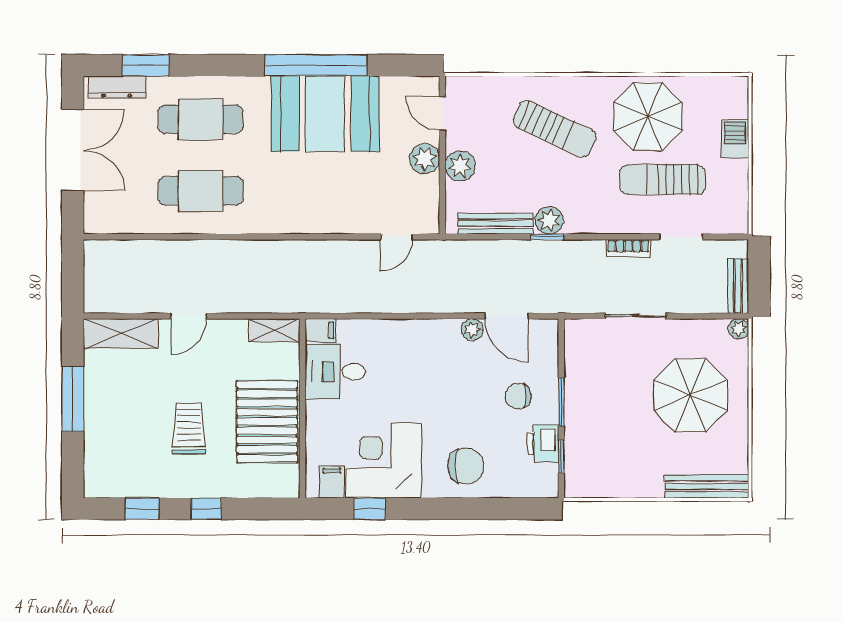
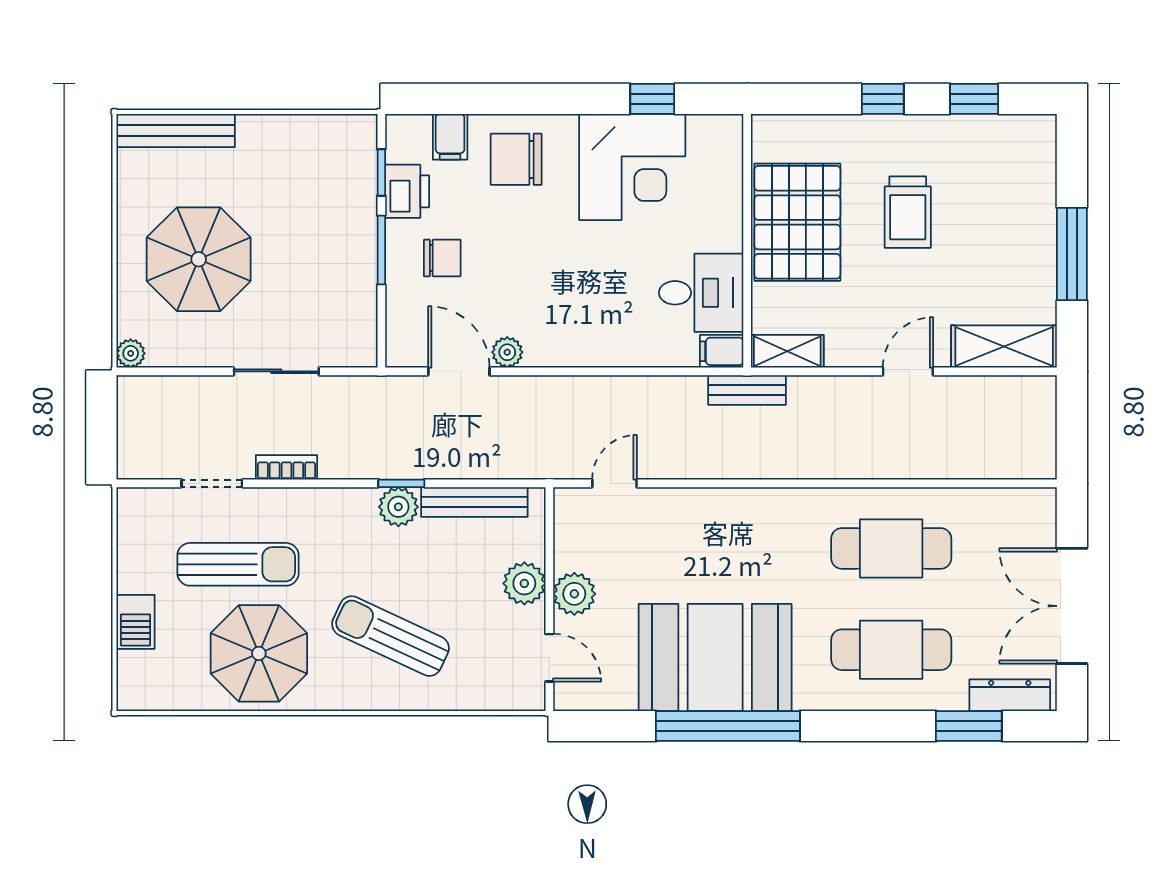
bench: (738, 286) -> (747, 390), moved, turned 90
filing cabinet: (332, 482) -> (450, 137), moved

